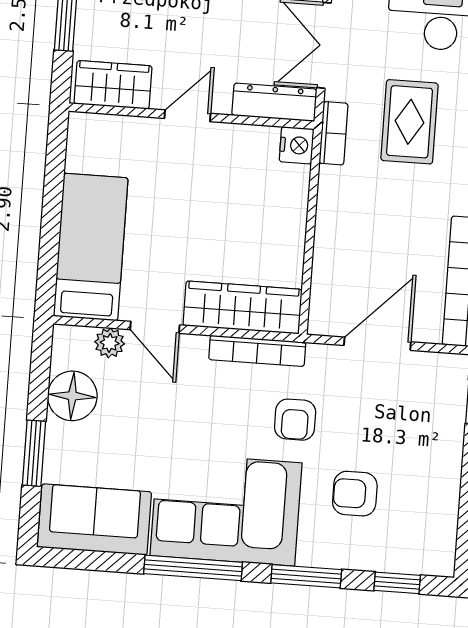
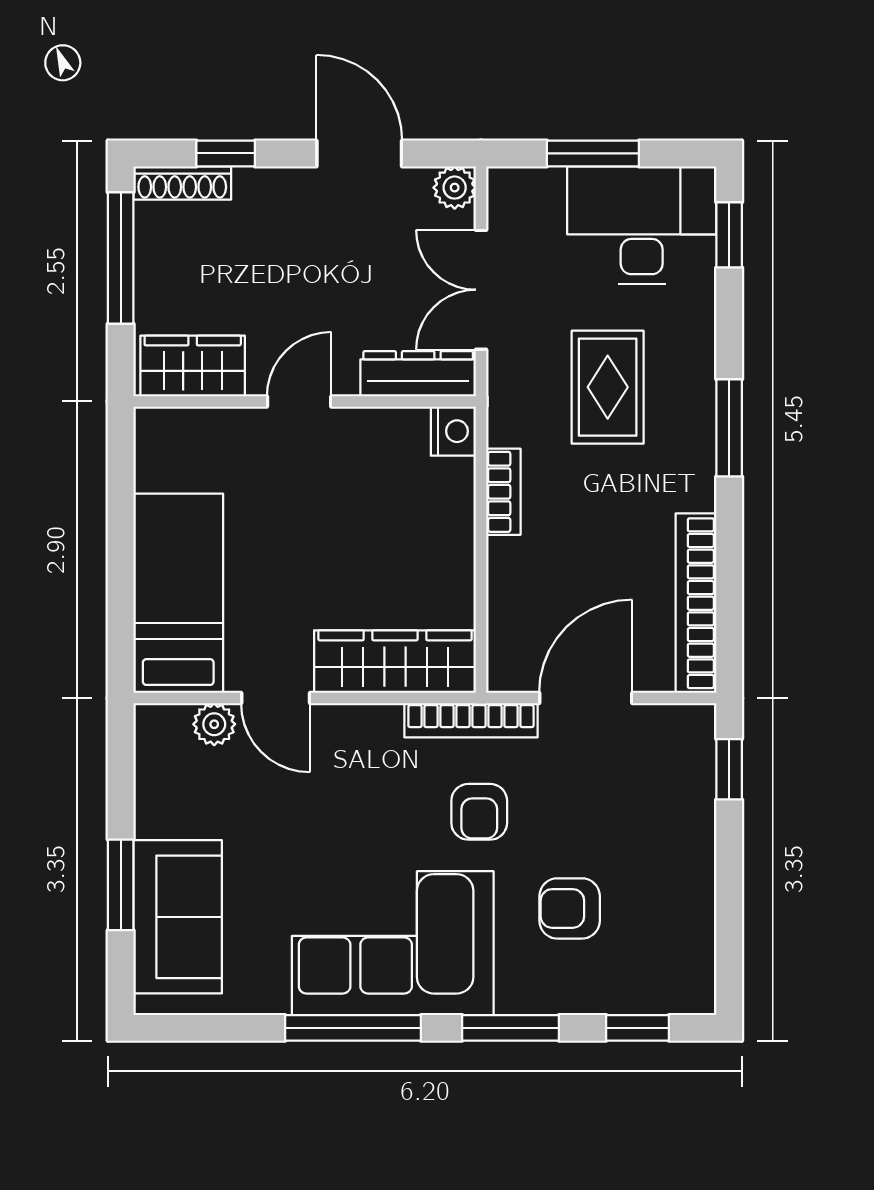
bookcase: (334, 133) -> (503, 492), moved
bookcase: (257, 351) -> (471, 720), moved
floor lamp: (72, 396) -> (168, 802), removed
sofa: (94, 520) -> (178, 917), moved, turned 90

